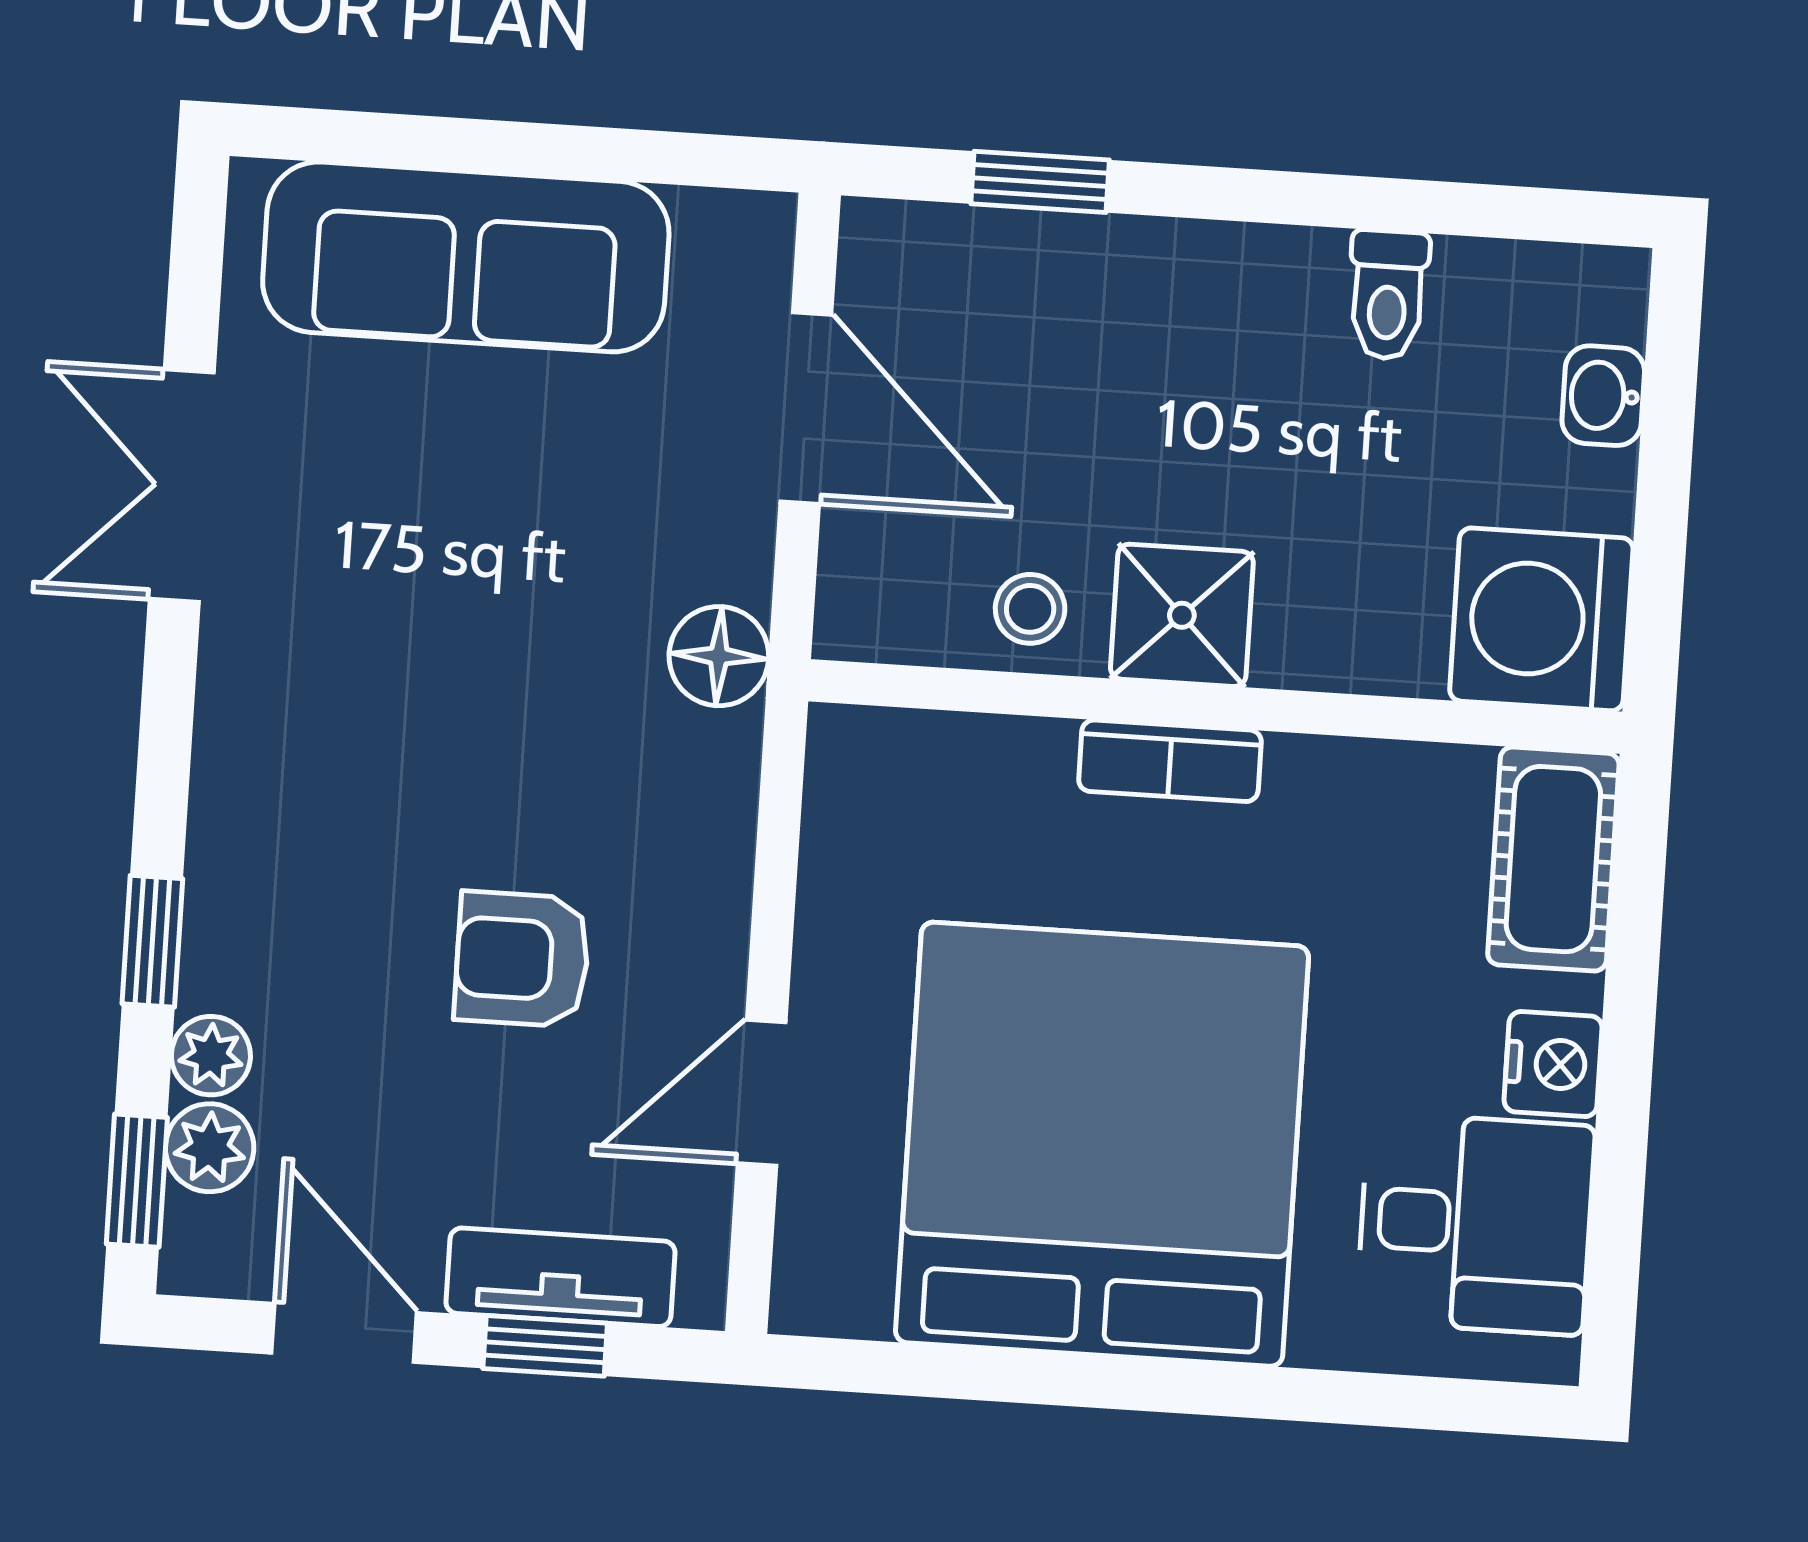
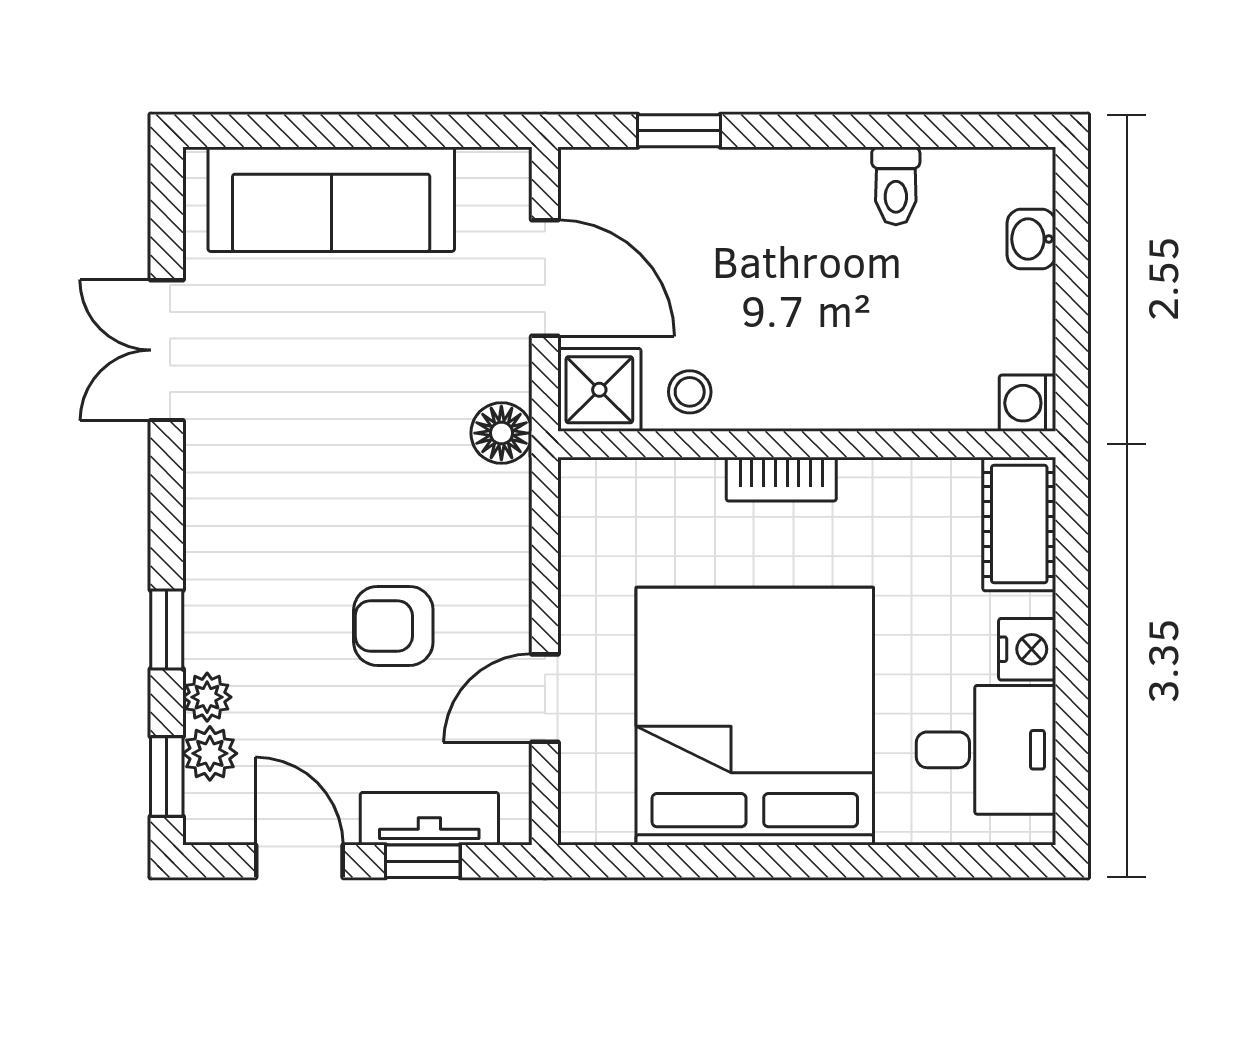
shower: (1182, 615) -> (599, 390), moved
washing machine: (1541, 619) -> (1027, 403), width x0.53, depth x0.53

